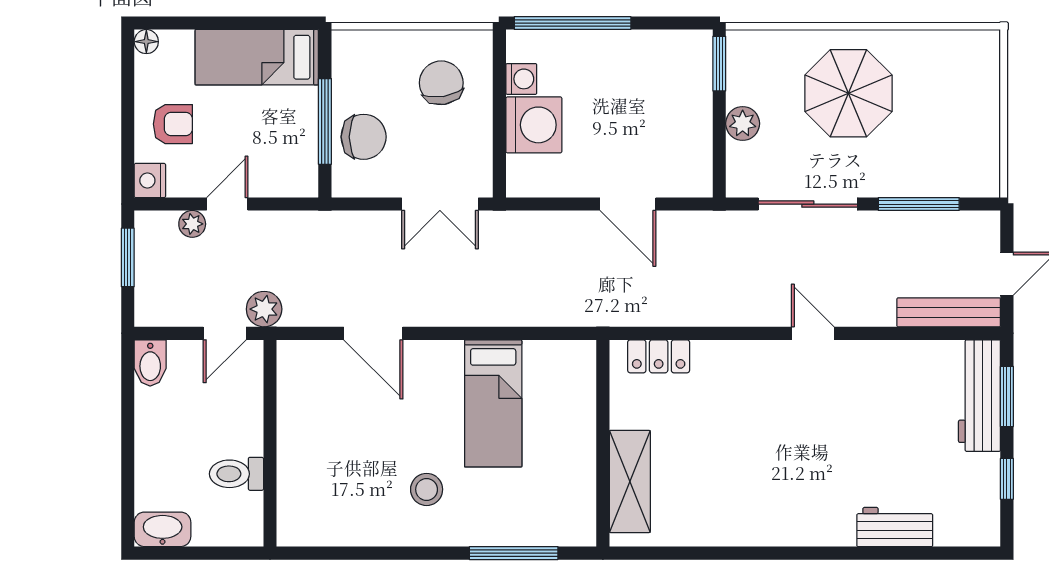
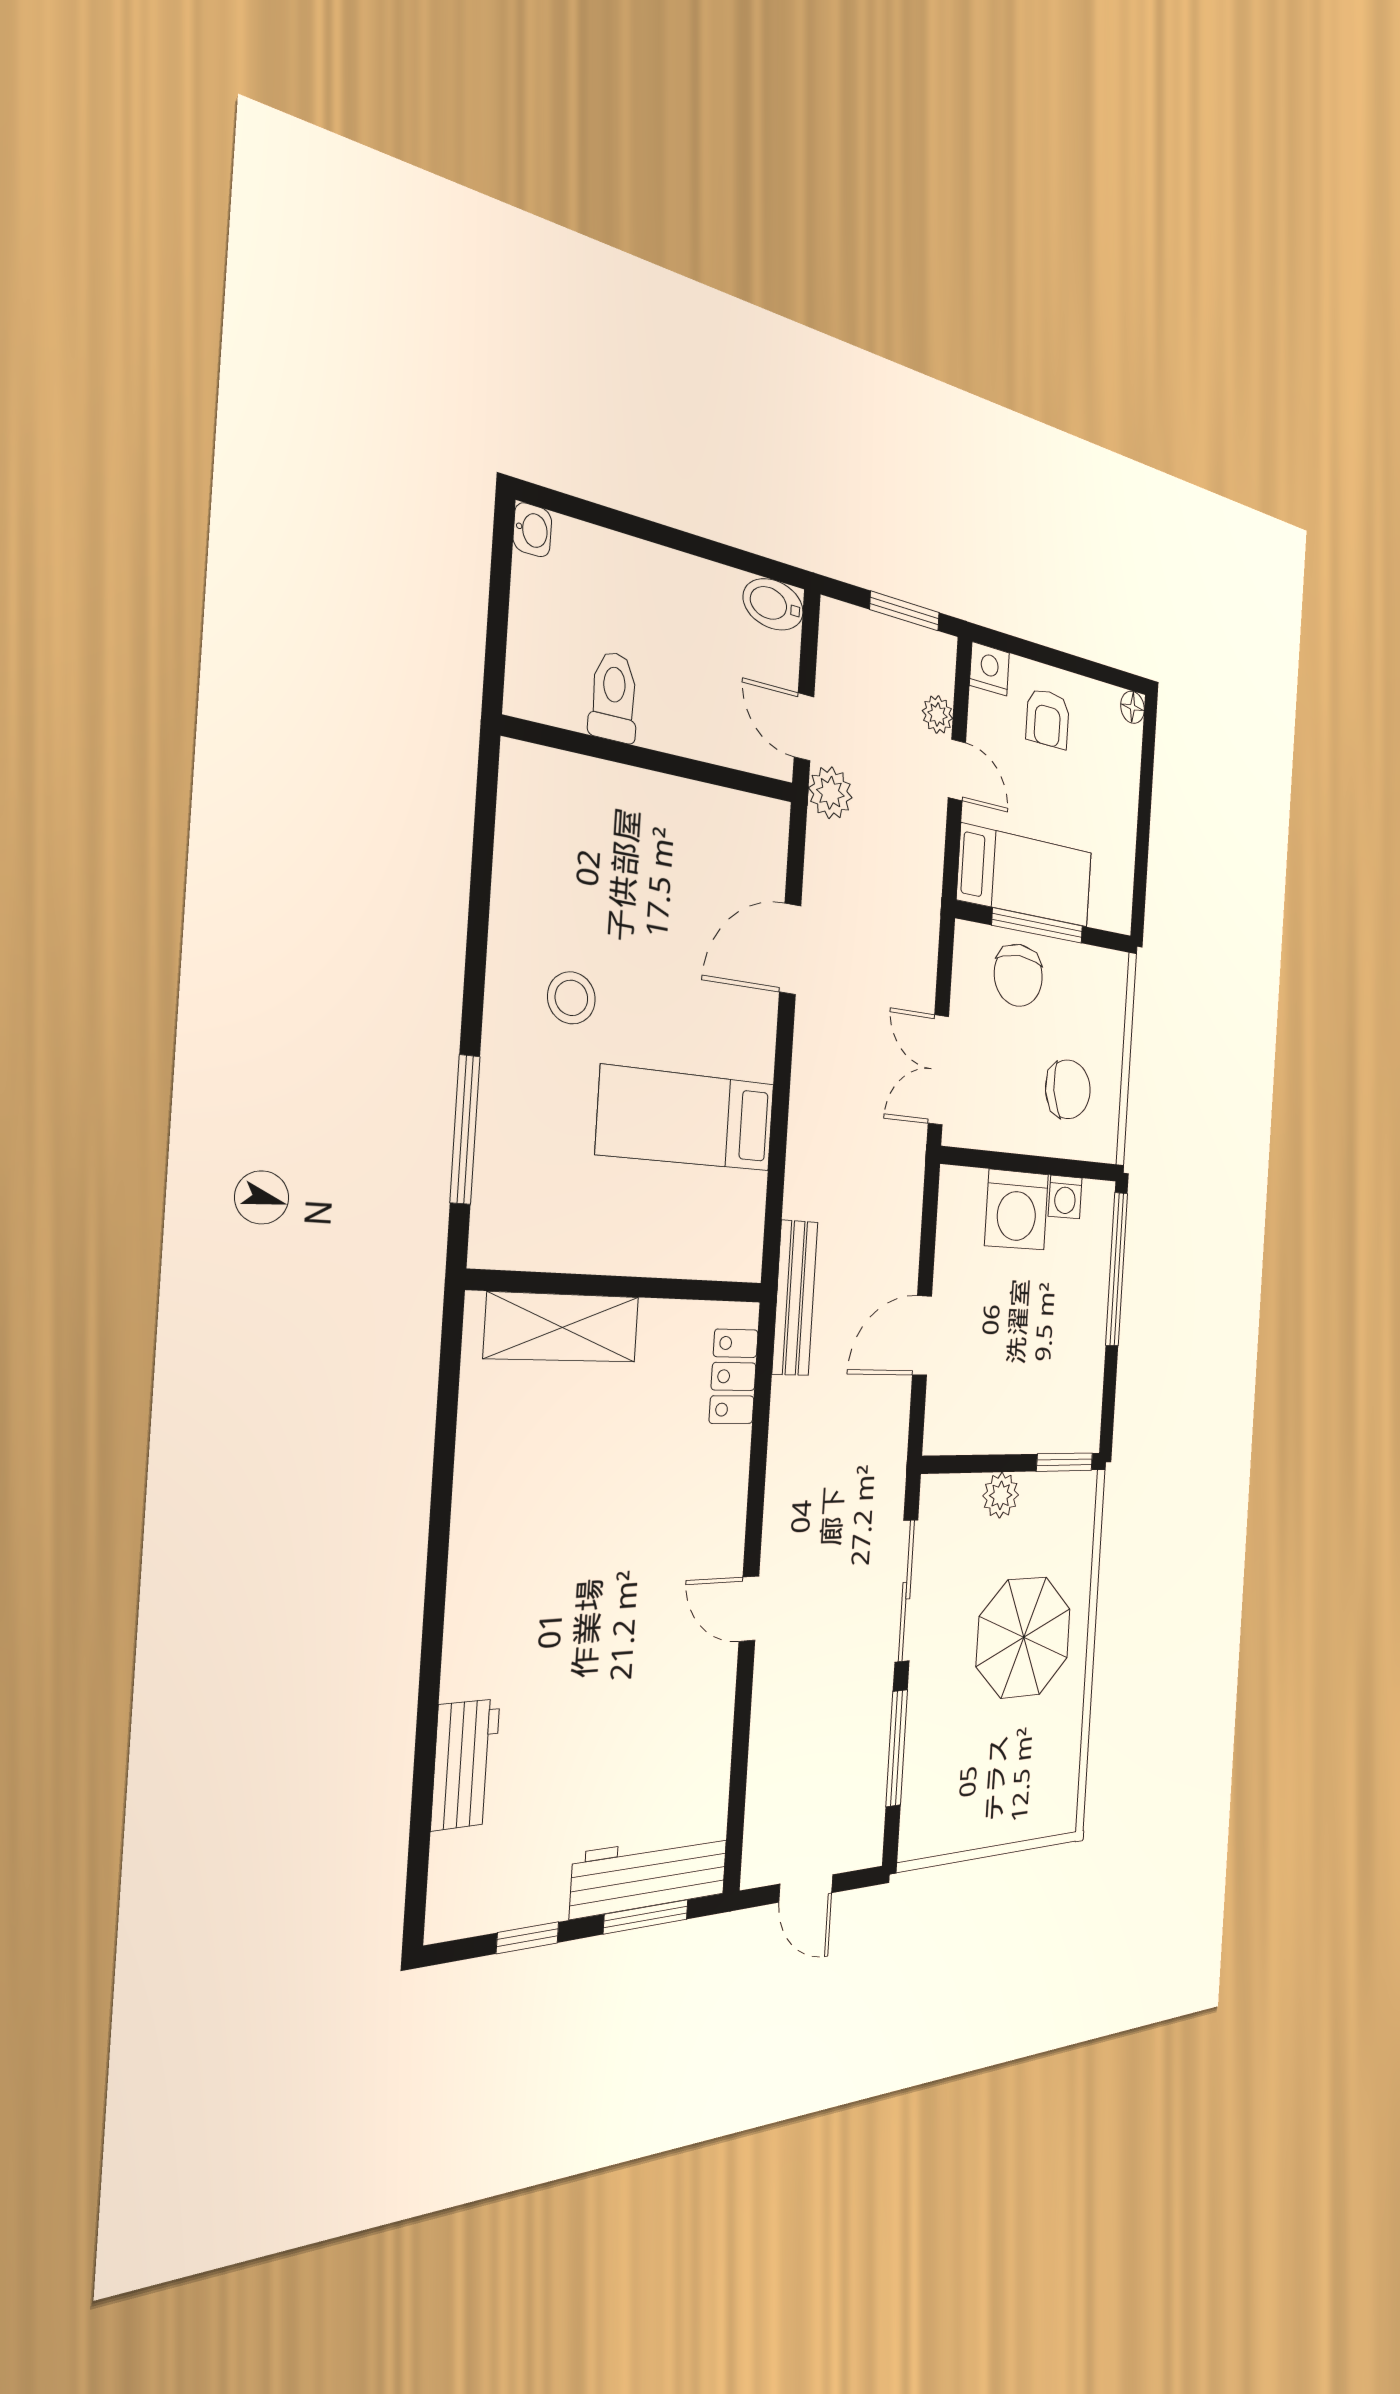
bed: (257, 57) -> (1025, 876), moved, turned 90
bench: (949, 312) -> (795, 1298), moved
door: (813, 333) -> (749, 1609), swing flipped
washbasin: (163, 529) -> (532, 530), width x0.52, depth x0.69

